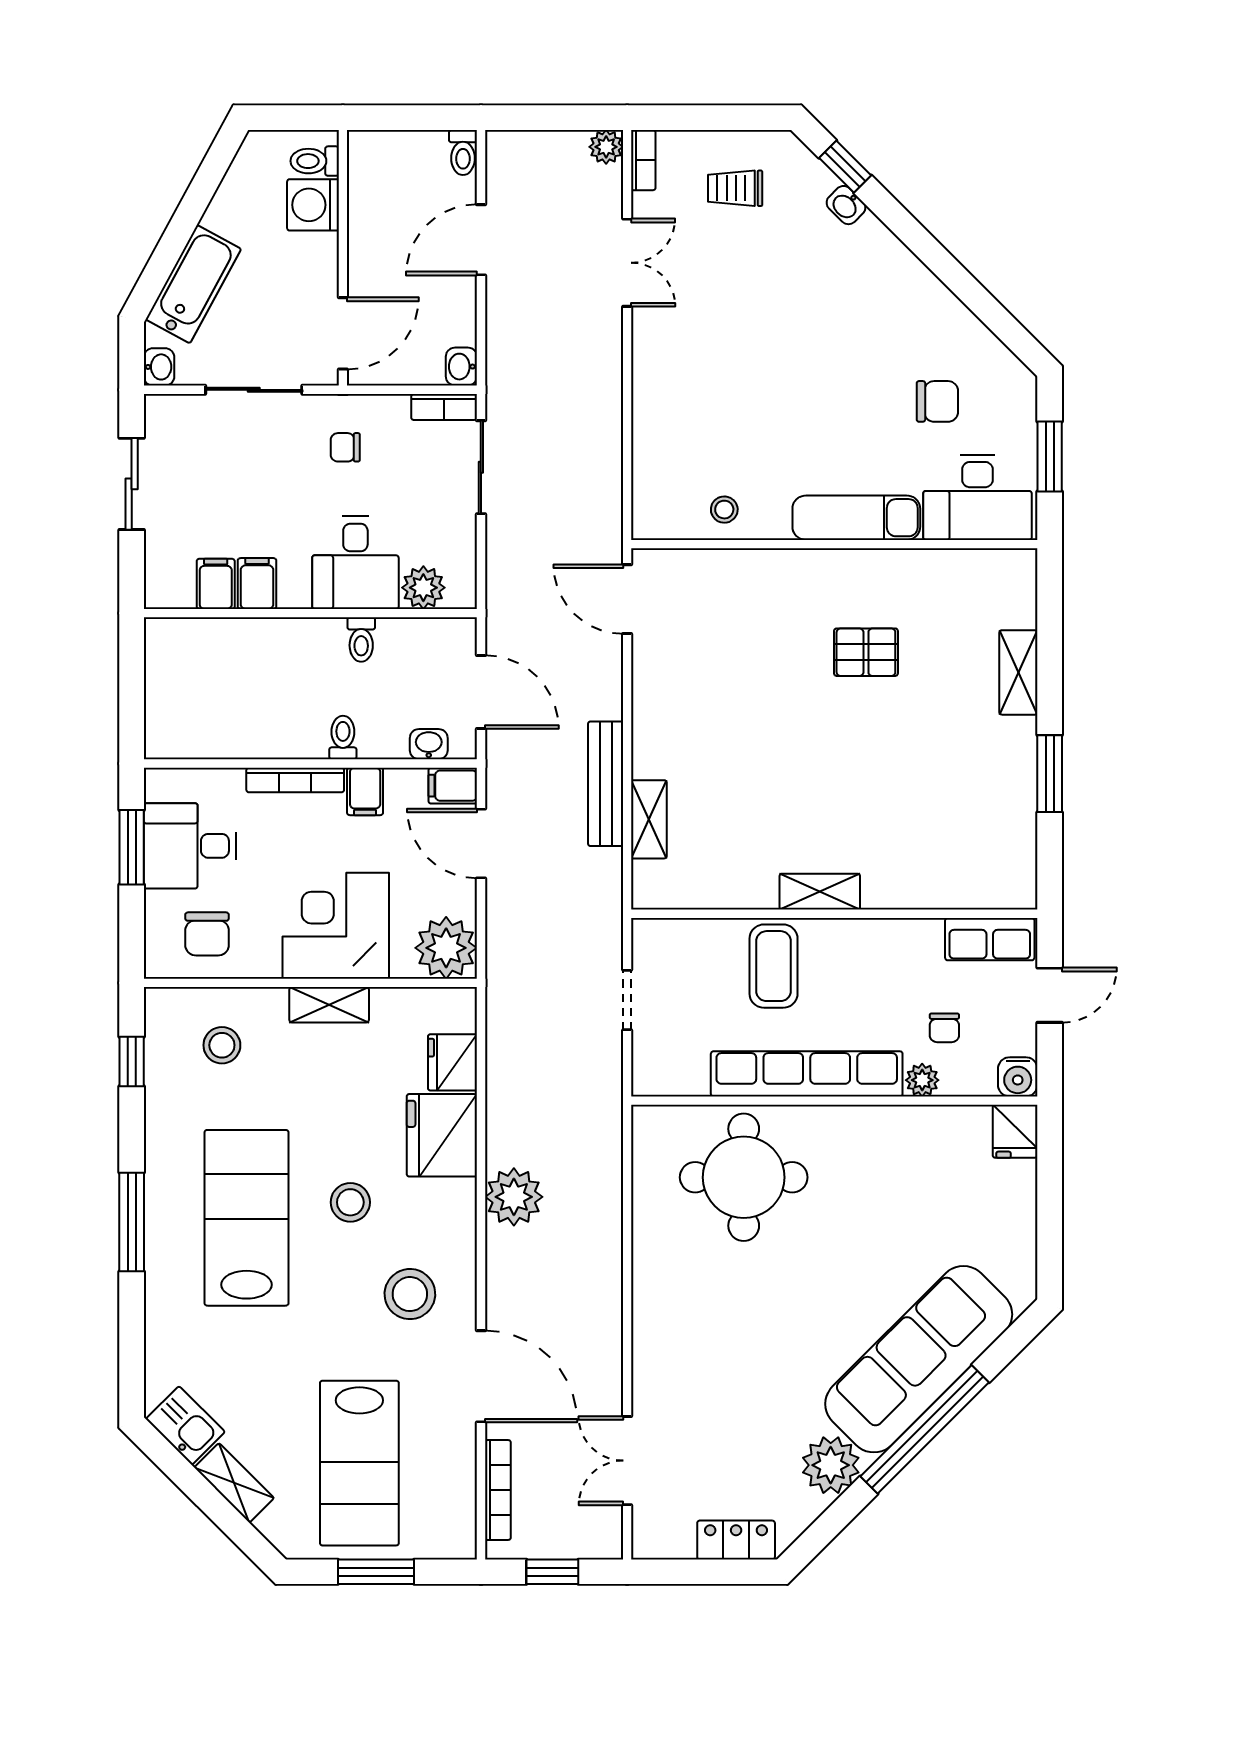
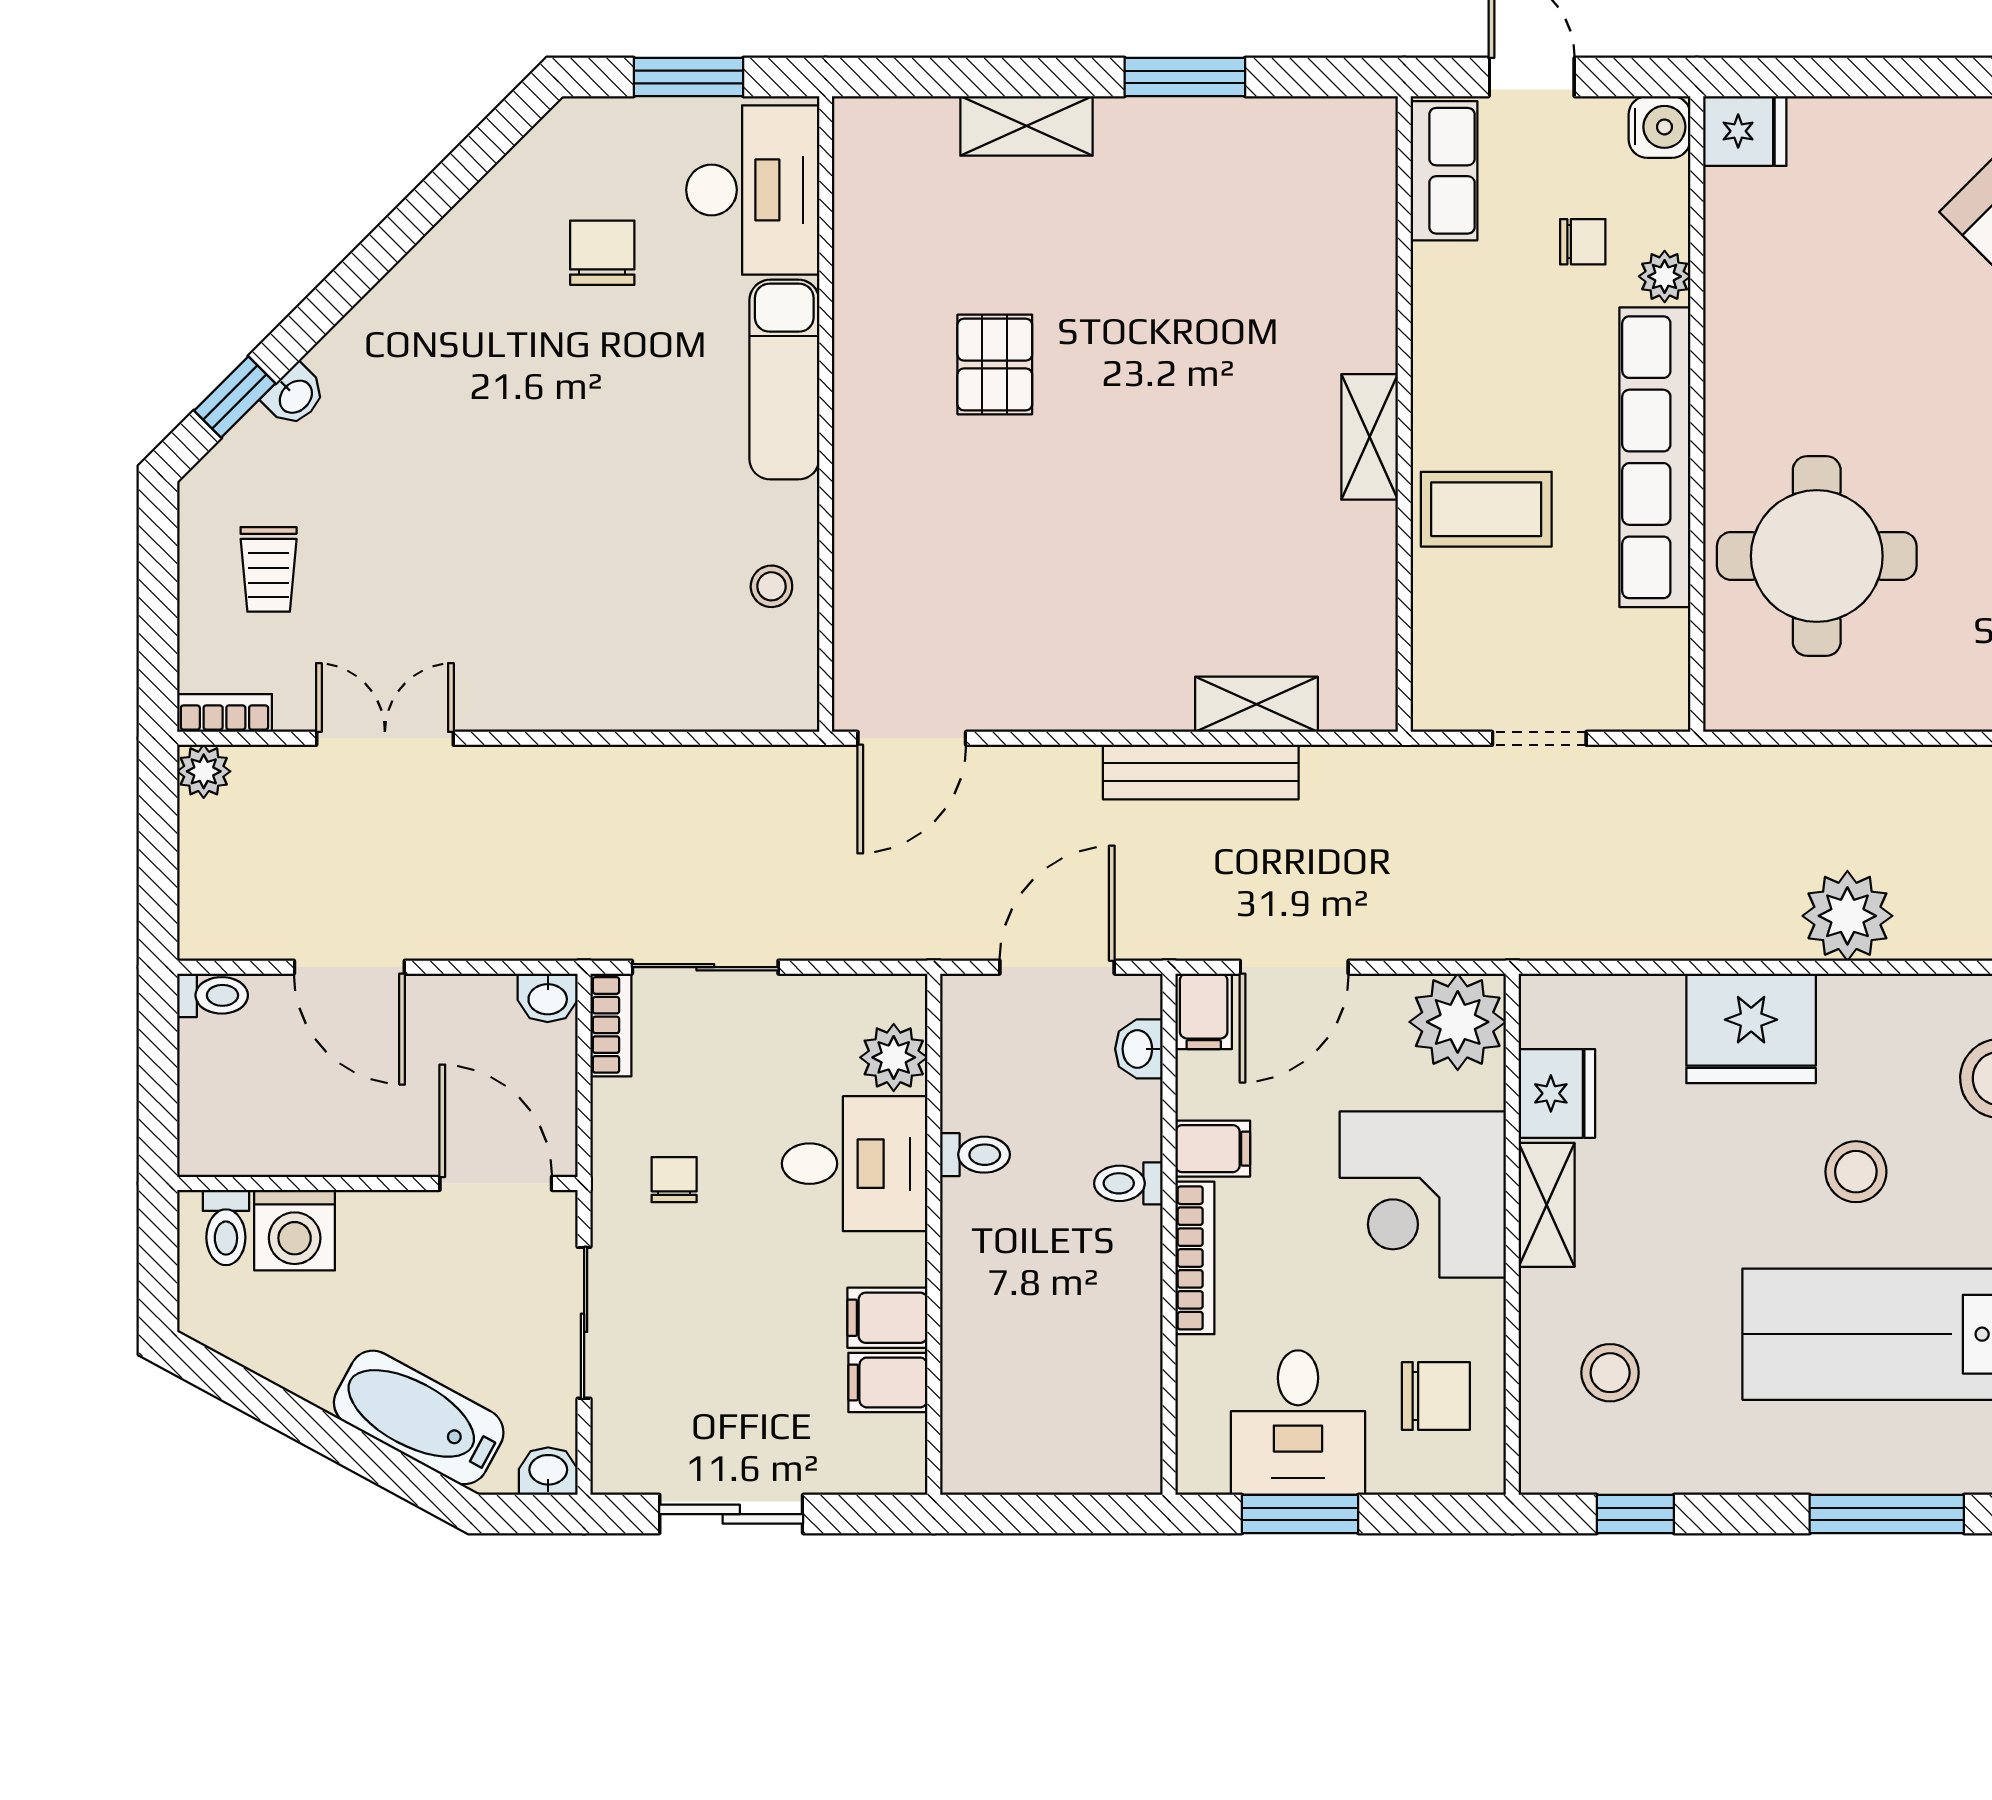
chair: (345, 447) -> (674, 1180), turned 180
fridge: (452, 1062) -> (1557, 1093), moved, turned -90

